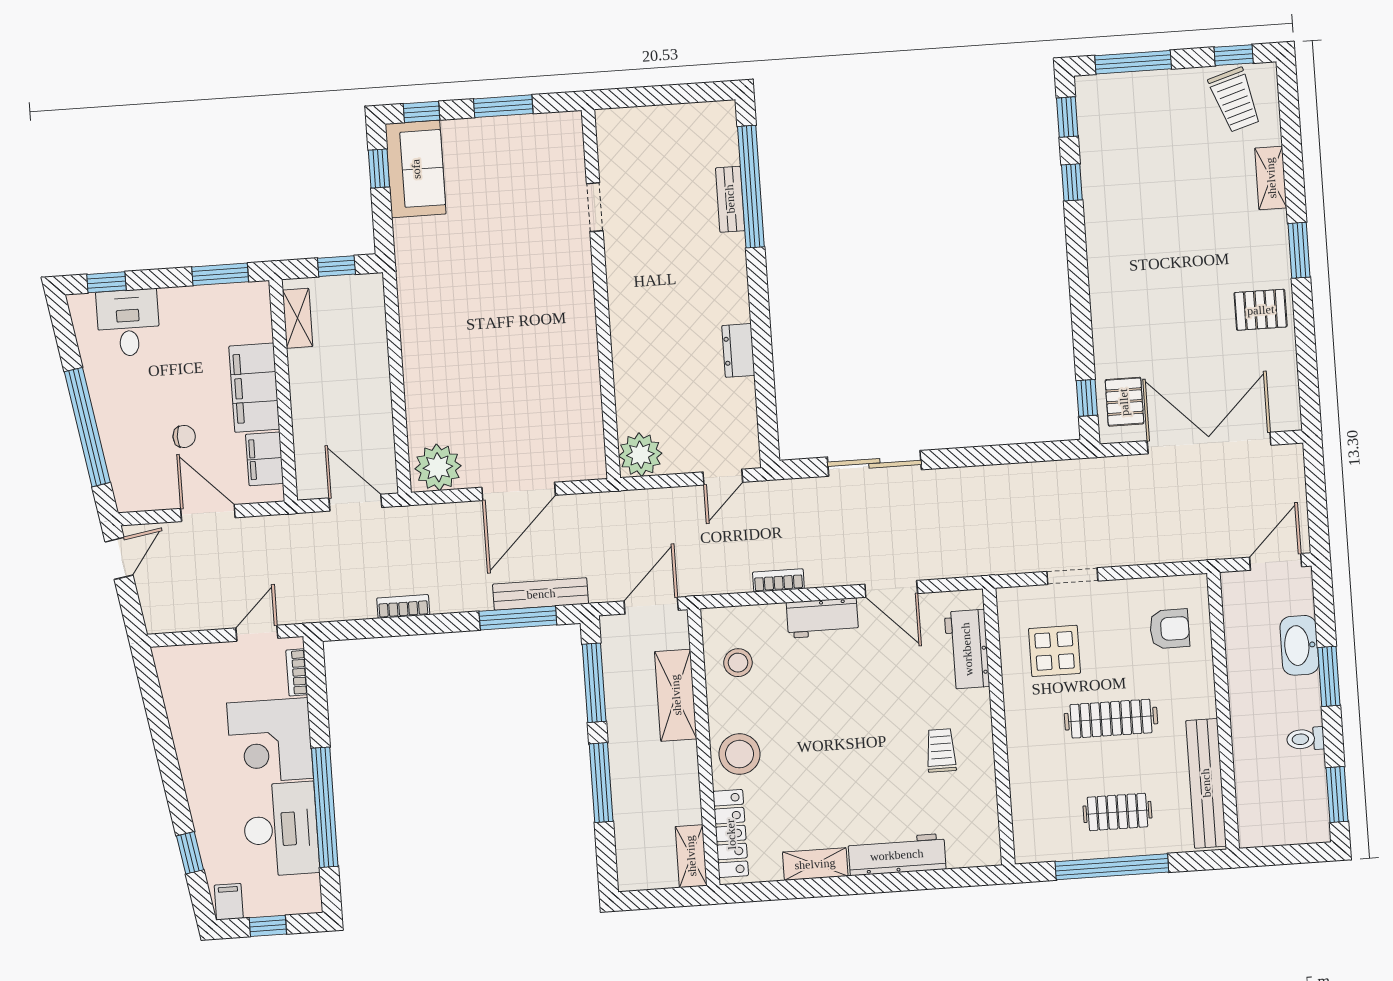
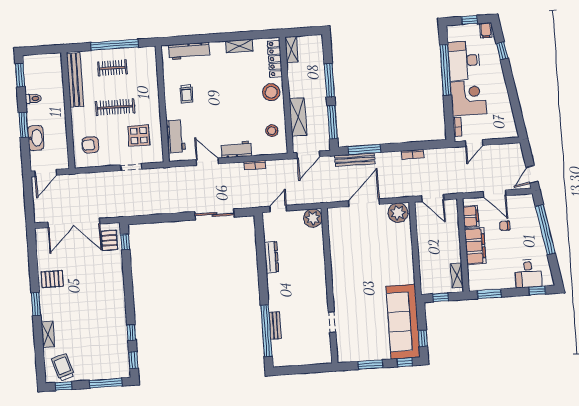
sofa: (416, 169) -> (403, 322), width x1.85, depth x1.27
dresser: (738, 350) -> (271, 257), width x1.44
workbench: (897, 855) -> (189, 51), moved

